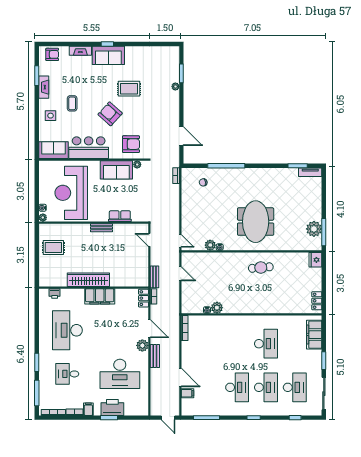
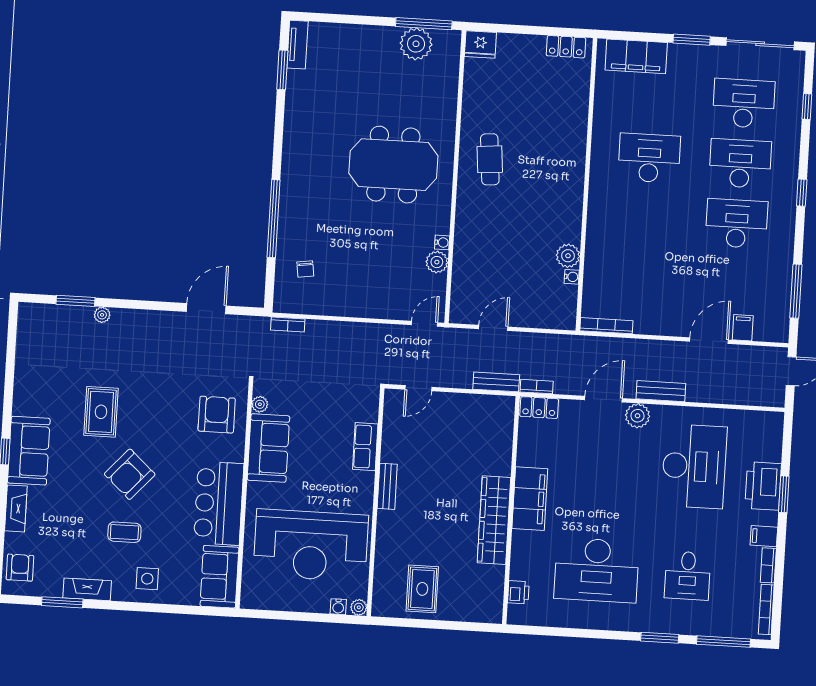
armchair: (110, 114) -> (130, 474), moved

